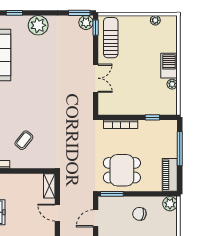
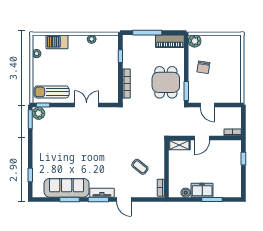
plant: (38, 25) -> (41, 155), removed
barbecue: (169, 66) -> (57, 42), moved

